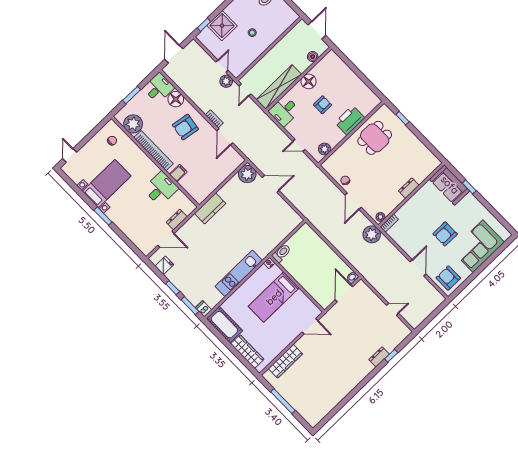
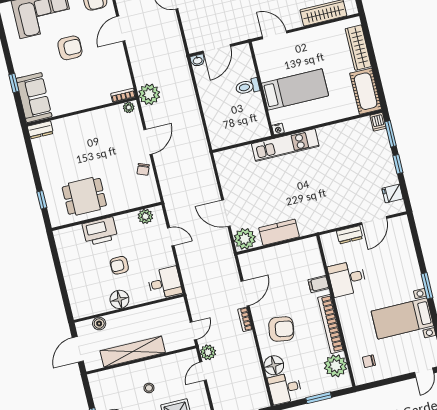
shelving: (279, 87) -> (133, 352), moved
dresser: (409, 188) -> (40, 130), moved
kitchen counter: (210, 208) -> (279, 232), moved
door: (166, 239) -> (374, 221), swing flipped
toilet: (282, 253) -> (248, 87), moved
kitchen unit: (239, 273) -> (285, 145), moved

